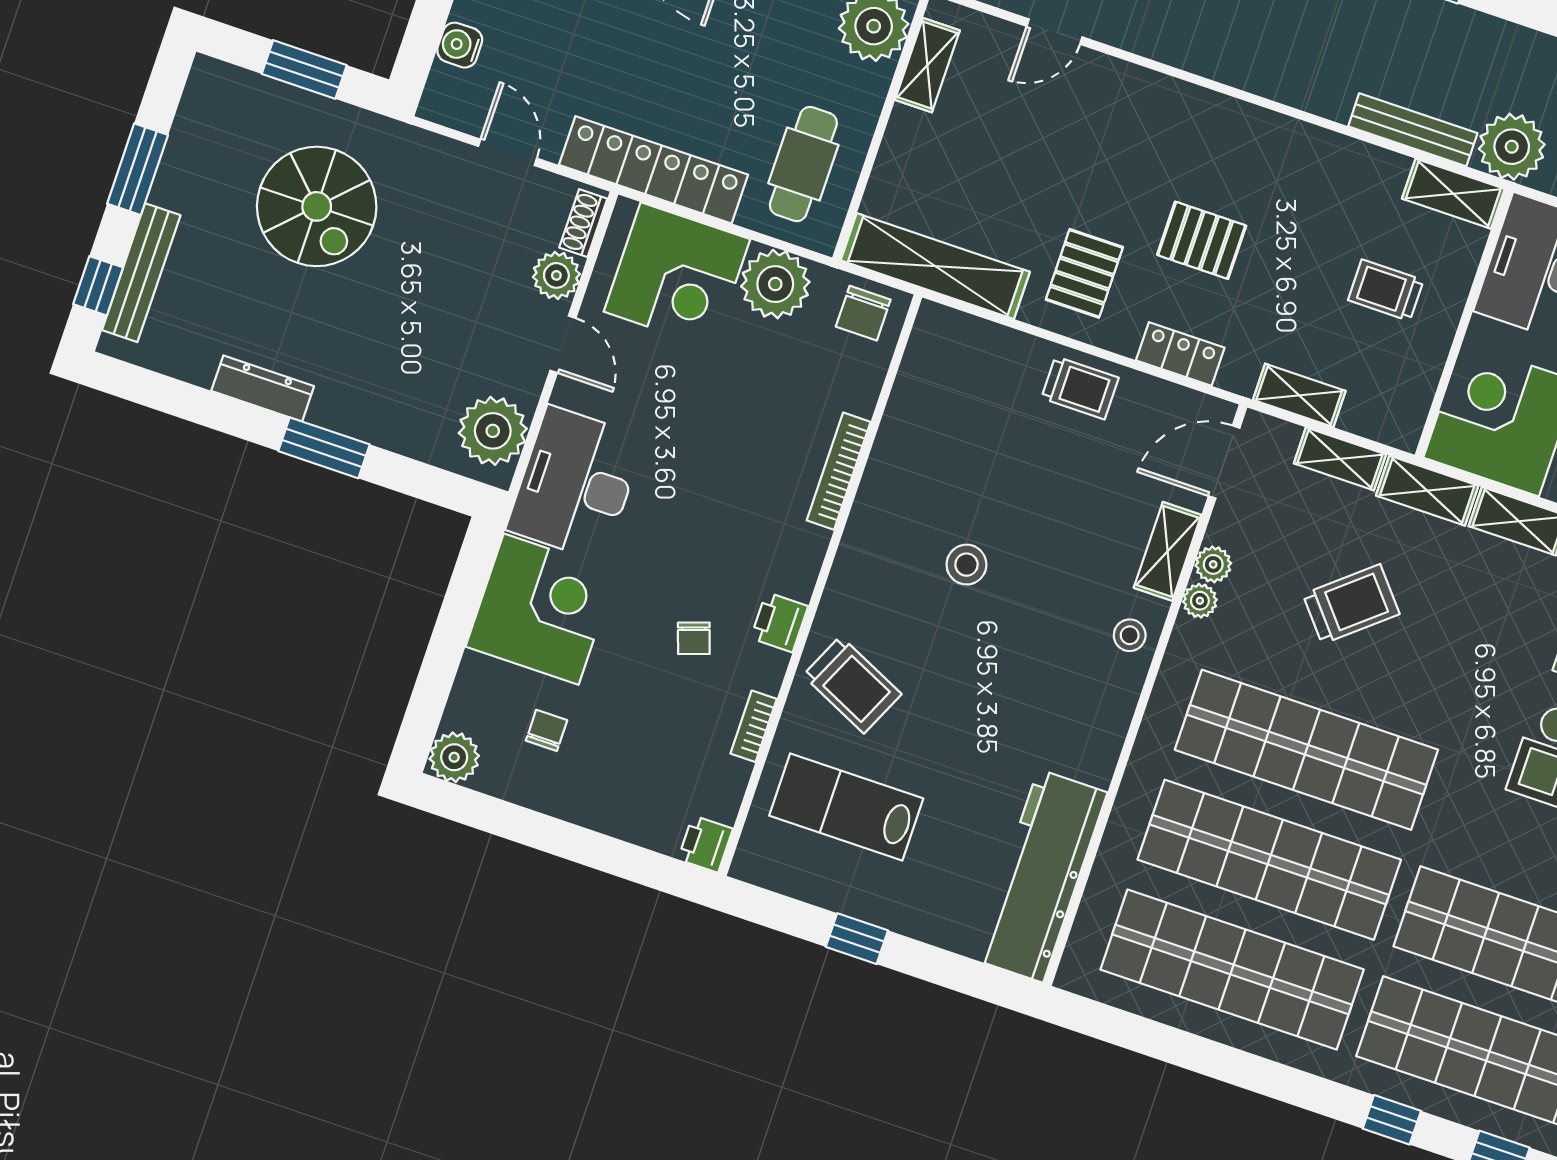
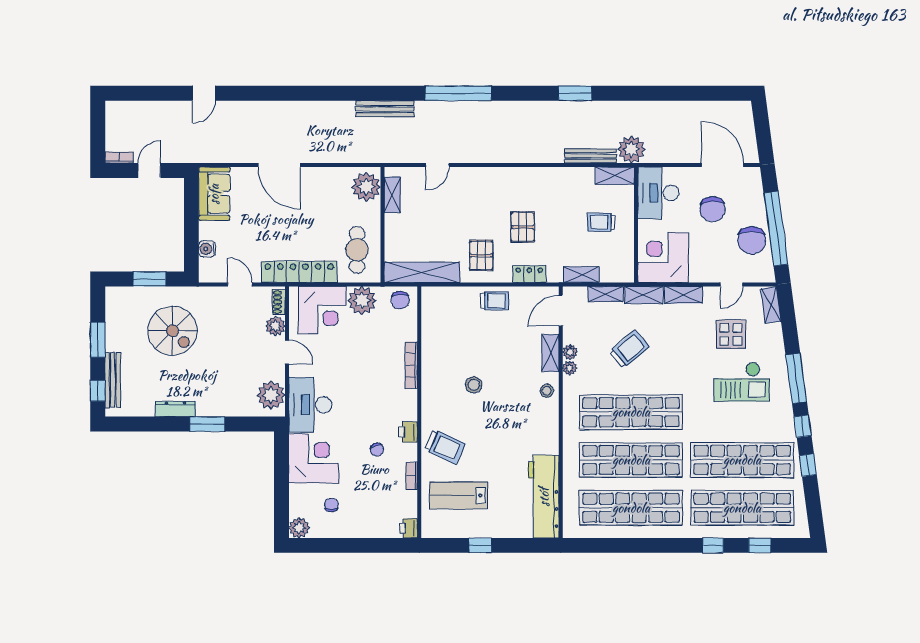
pallet: (1202, 240) -> (523, 227), turned 90

